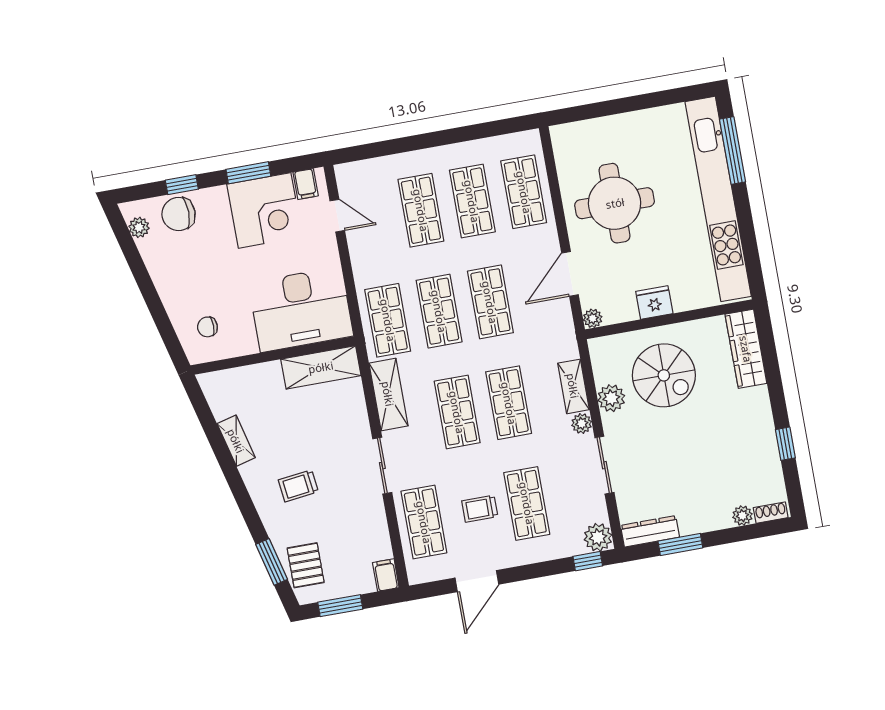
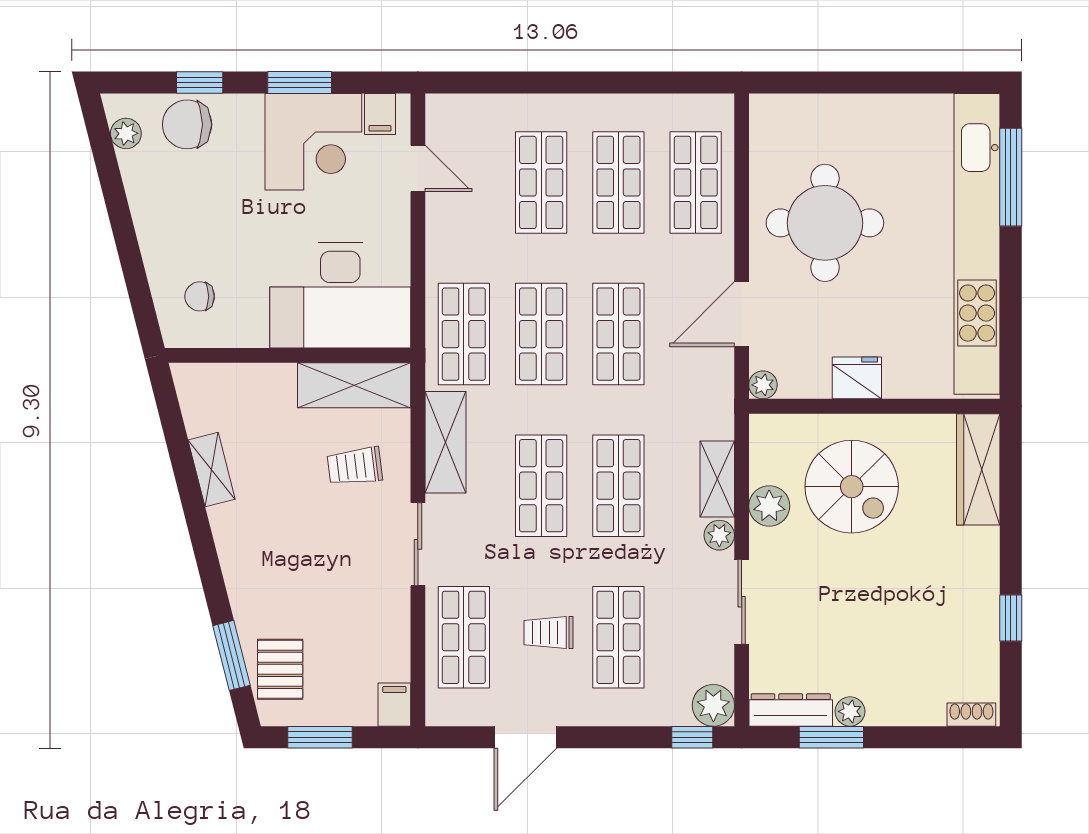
trolley: (298, 486) -> (355, 466), moved
plant: (742, 516) -> (850, 711), moved

